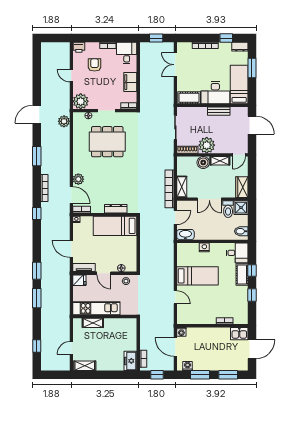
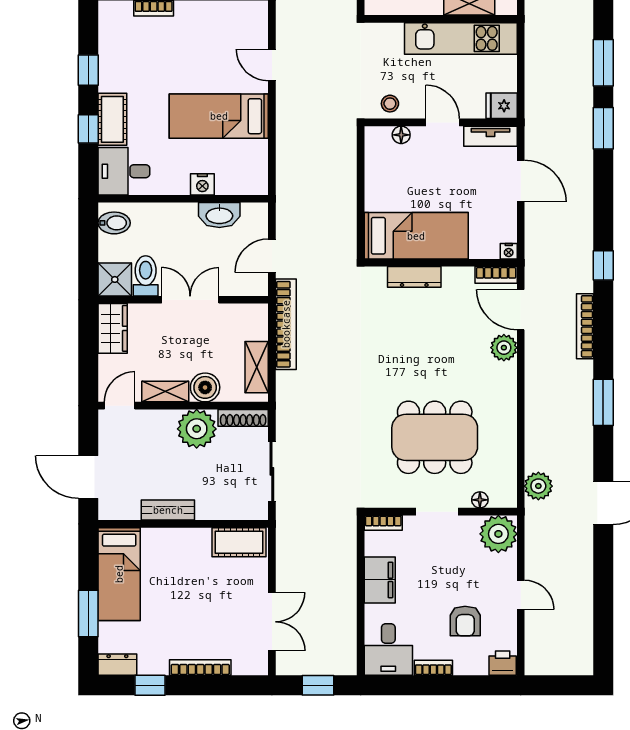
desk: (215, 93) -> (176, 554), removed
shelving: (182, 187) -> (257, 367), moved
washbasin: (185, 235) -> (219, 215), moved

